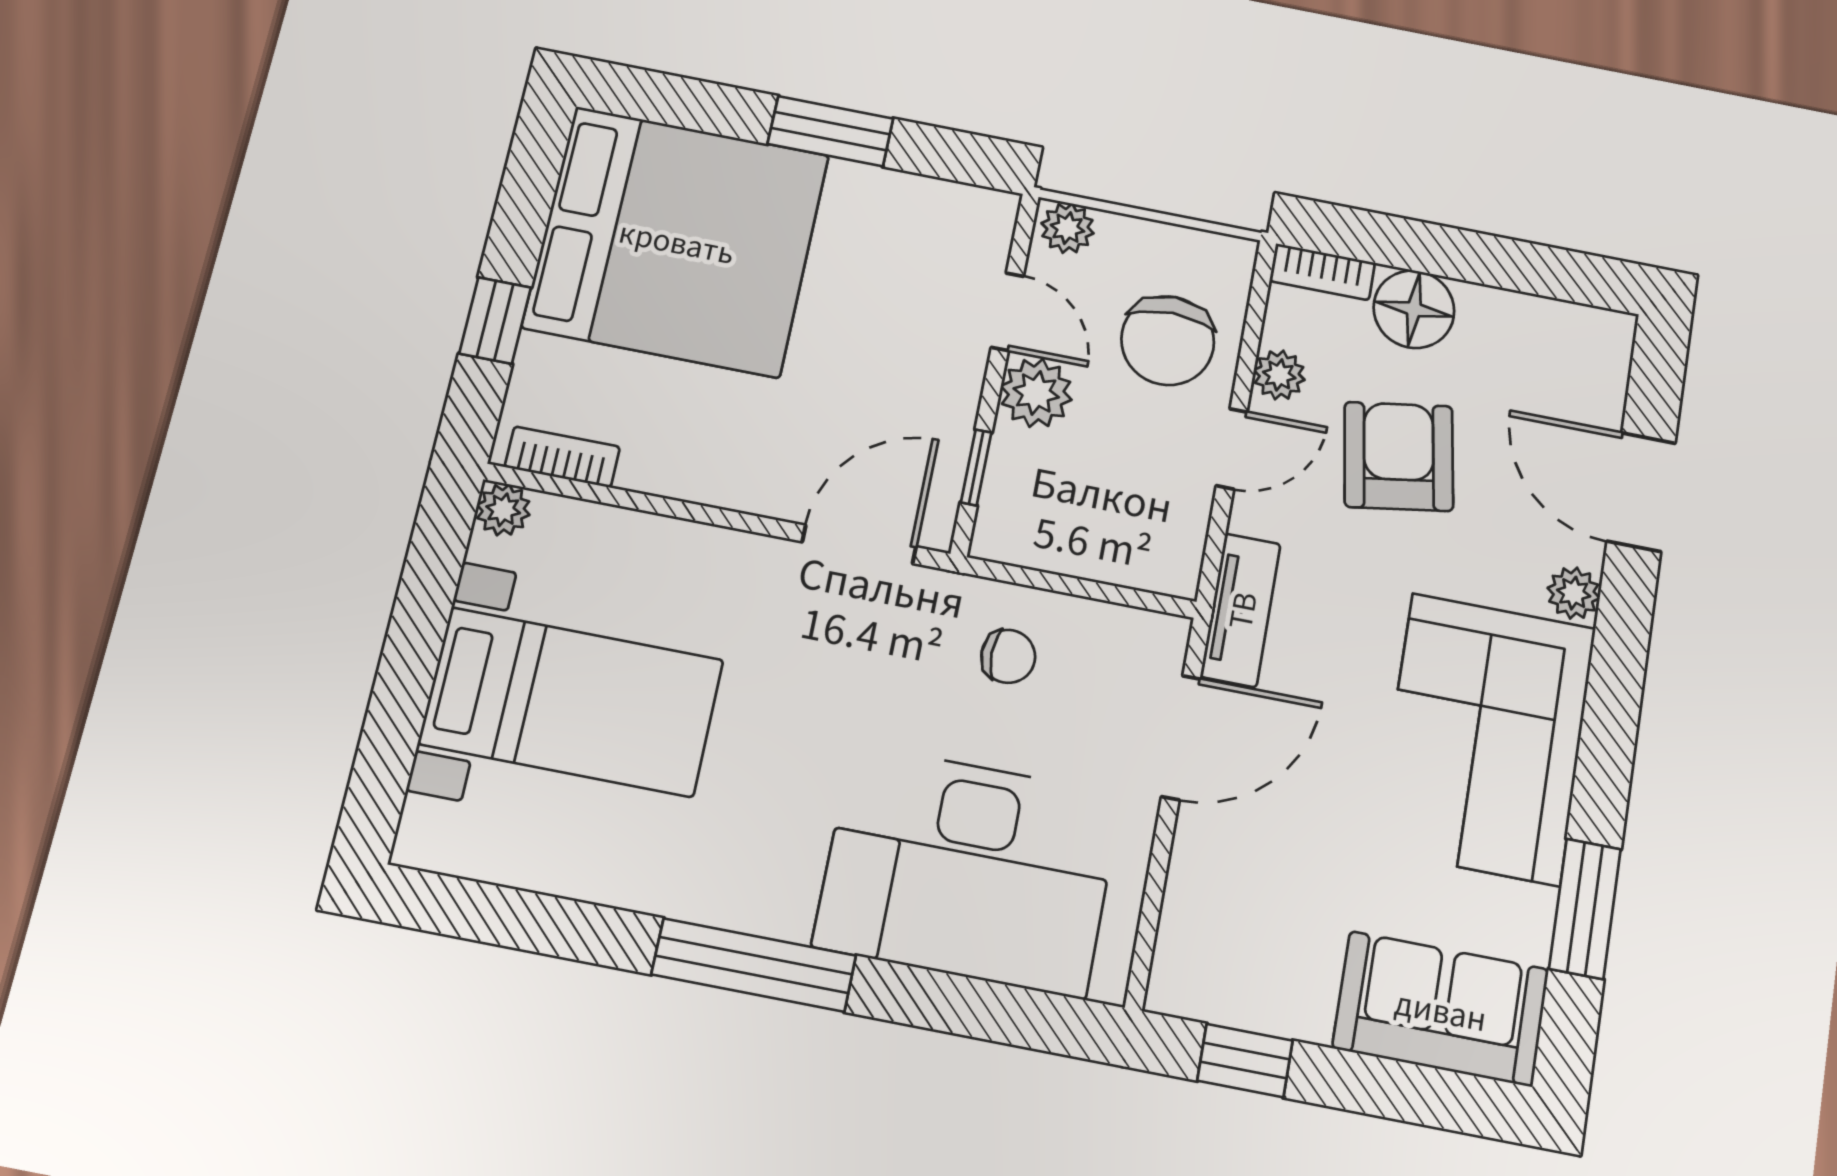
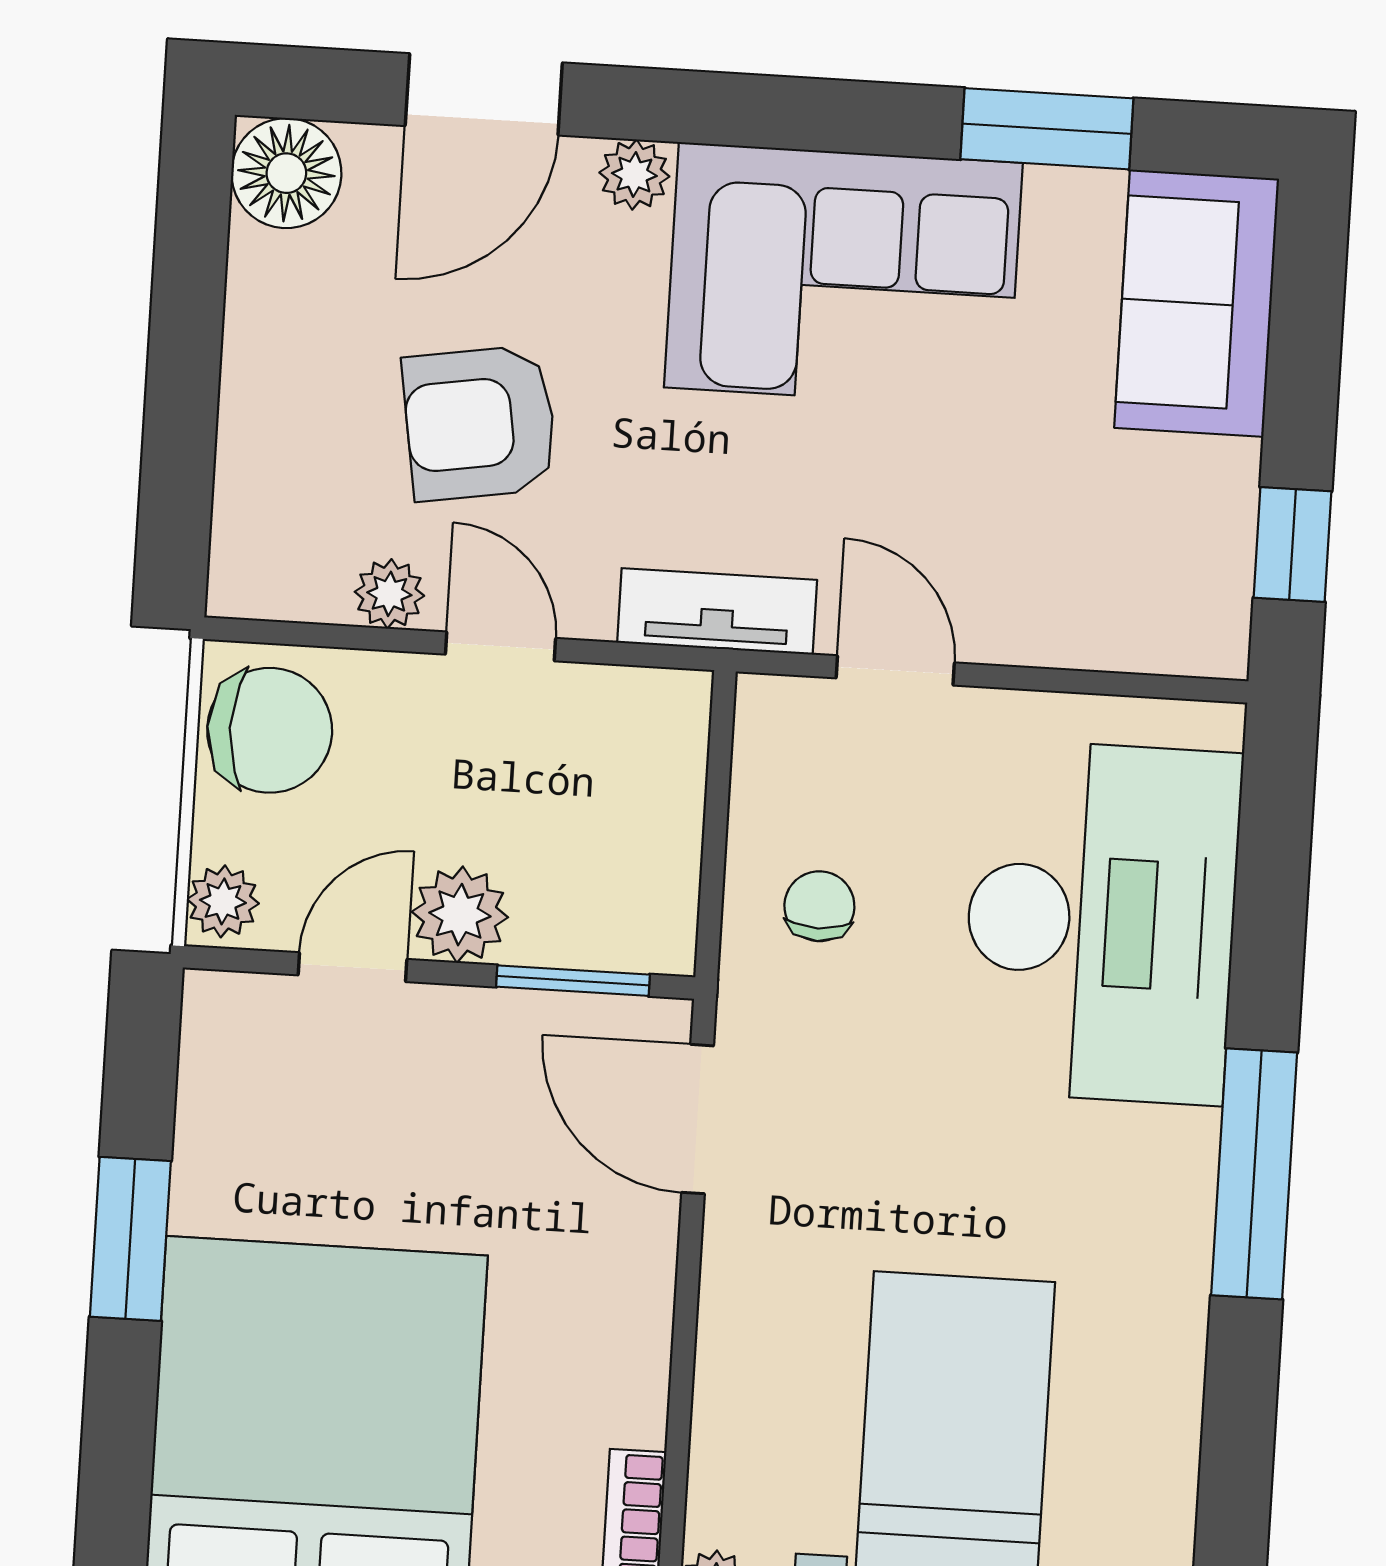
bookcase: (1322, 272) -> (236, 550), removed
floor lamp: (1414, 309) -> (286, 173), moved
chair: (1168, 341) -> (270, 730), moved
window: (976, 467) -> (573, 981), width x1.50
door: (1181, 738) -> (895, 670), width x0.73

